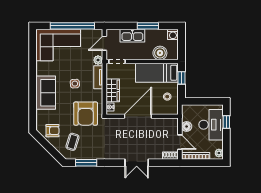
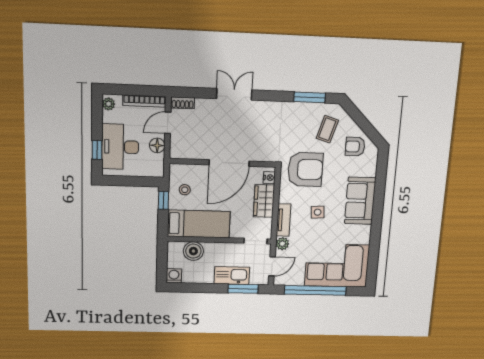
window: (148, 26) -> (243, 289), moved
window: (182, 78) -> (163, 200), moved
armchair: (86, 114) -> (305, 169), turned 90
door: (180, 142) -> (168, 123), hinge flipped

